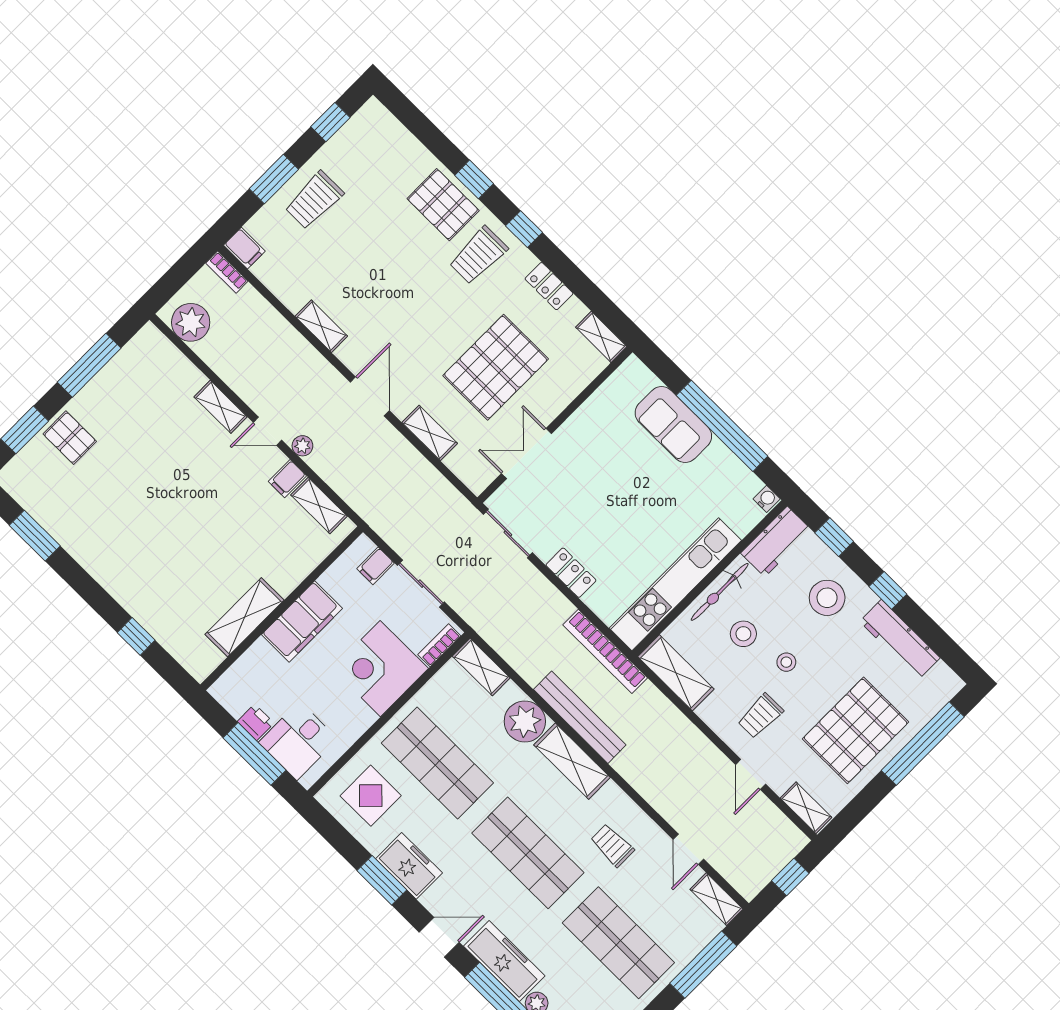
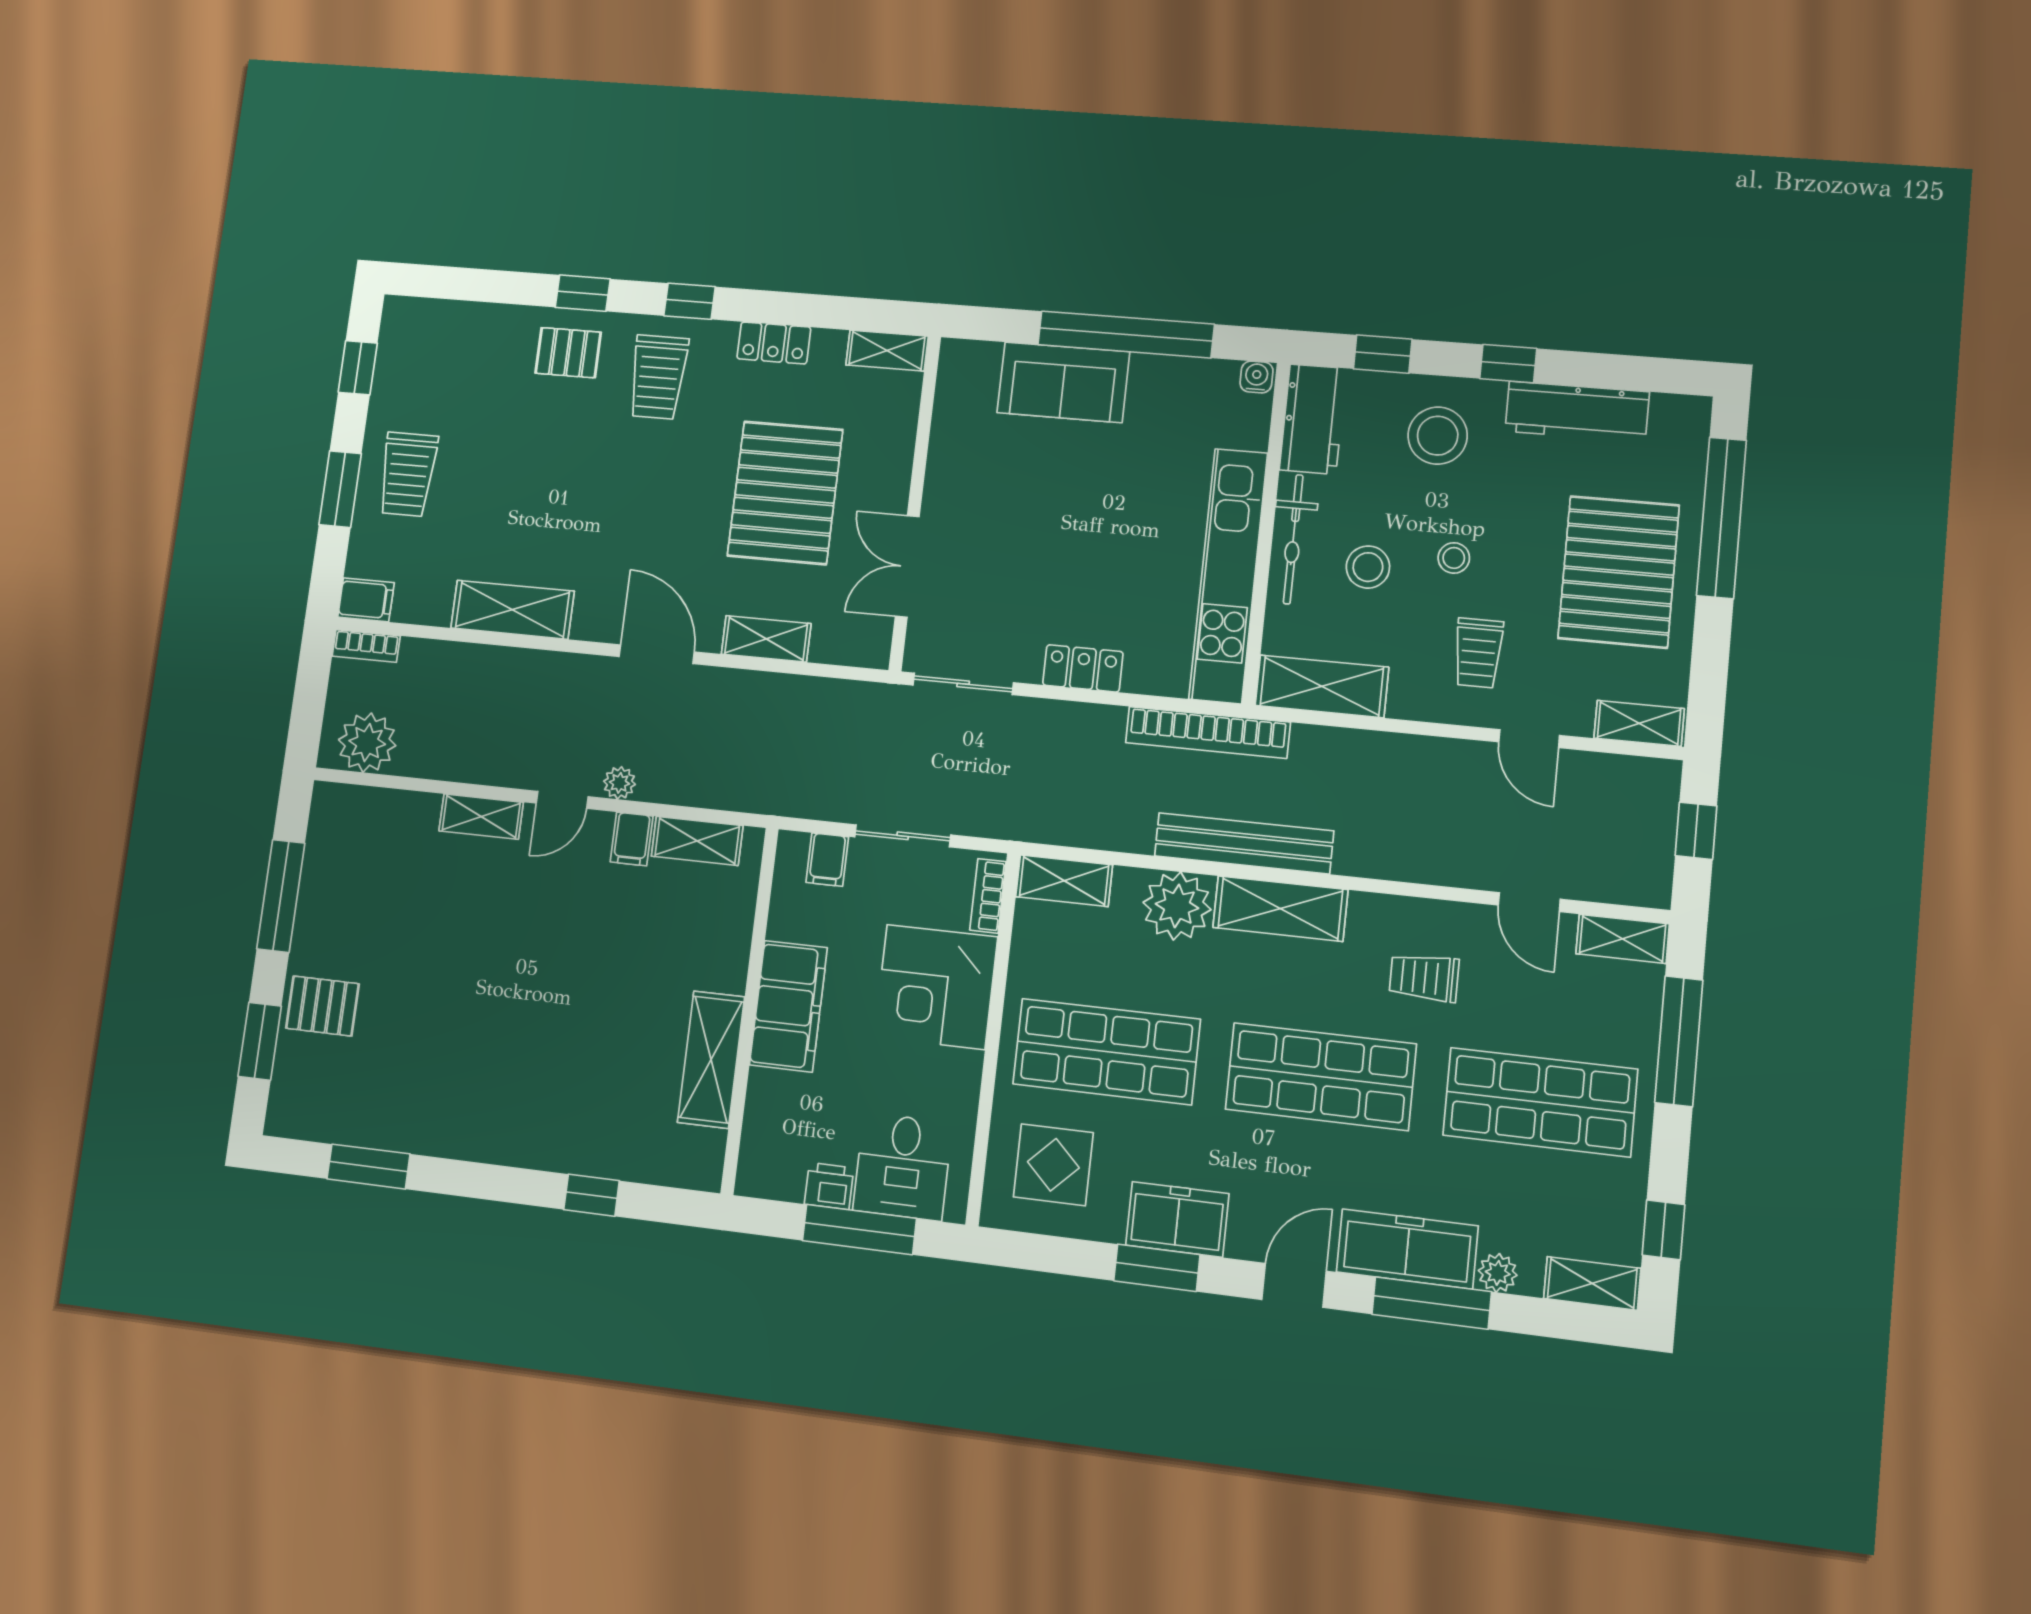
pallet: (443, 205) -> (568, 353), width x0.67, depth x0.71
shelving: (321, 326) -> (512, 610), width x1.50, depth x1.33

